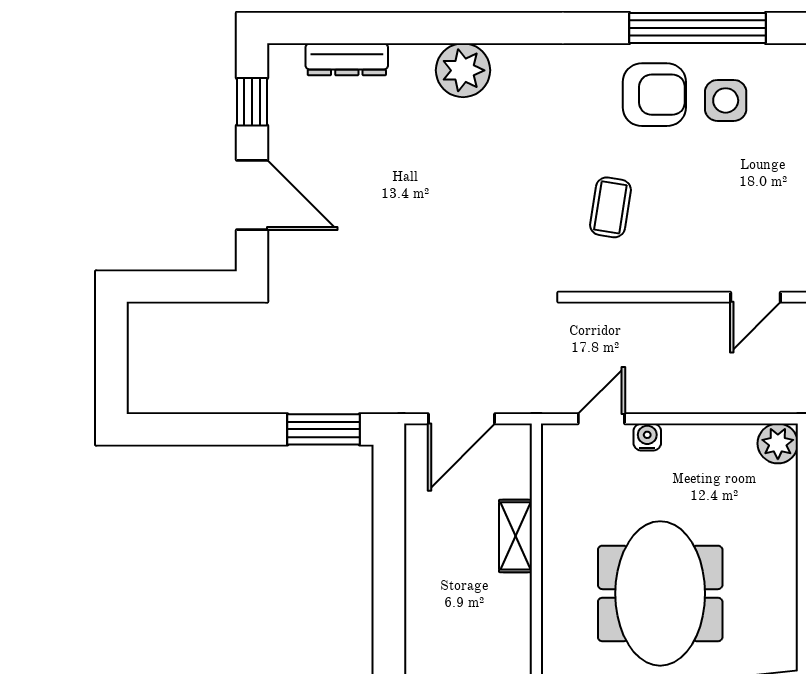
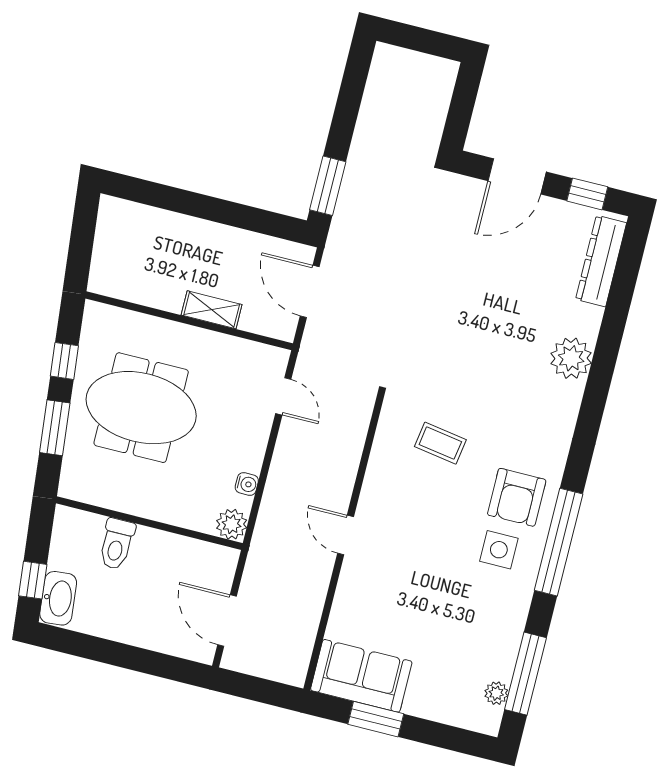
dresser: (347, 59) -> (601, 261), width x1.37, depth x1.24
water cooler: (647, 437) -> (247, 484), moved

